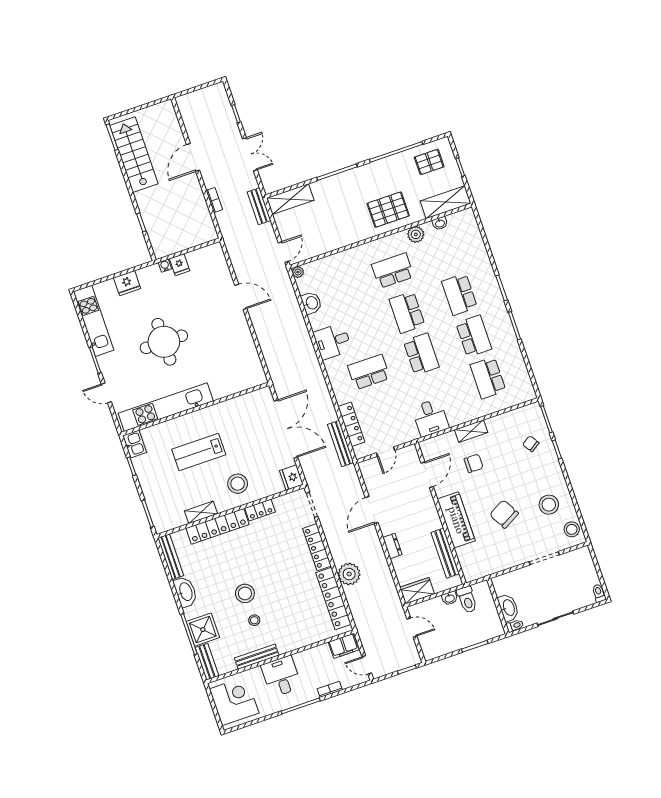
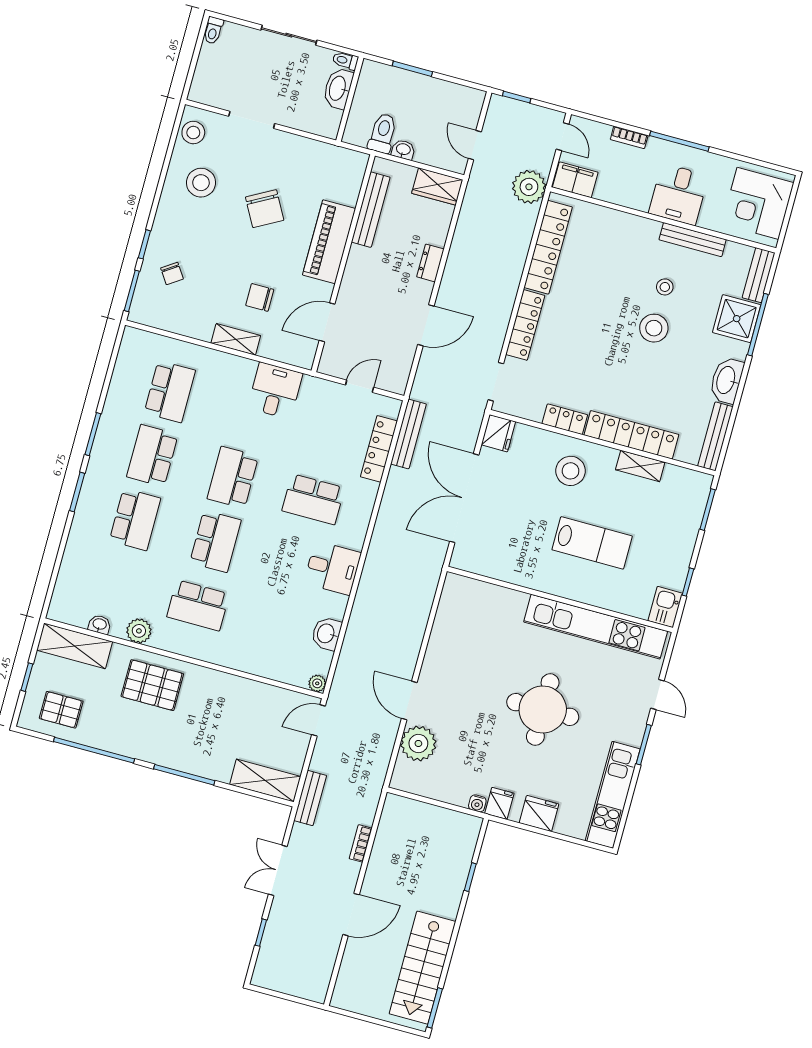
fridge: (180, 265) -> (499, 803), moved
plant: (220, 277) -> (418, 743), added
plant: (349, 574) -> (529, 187), moved

